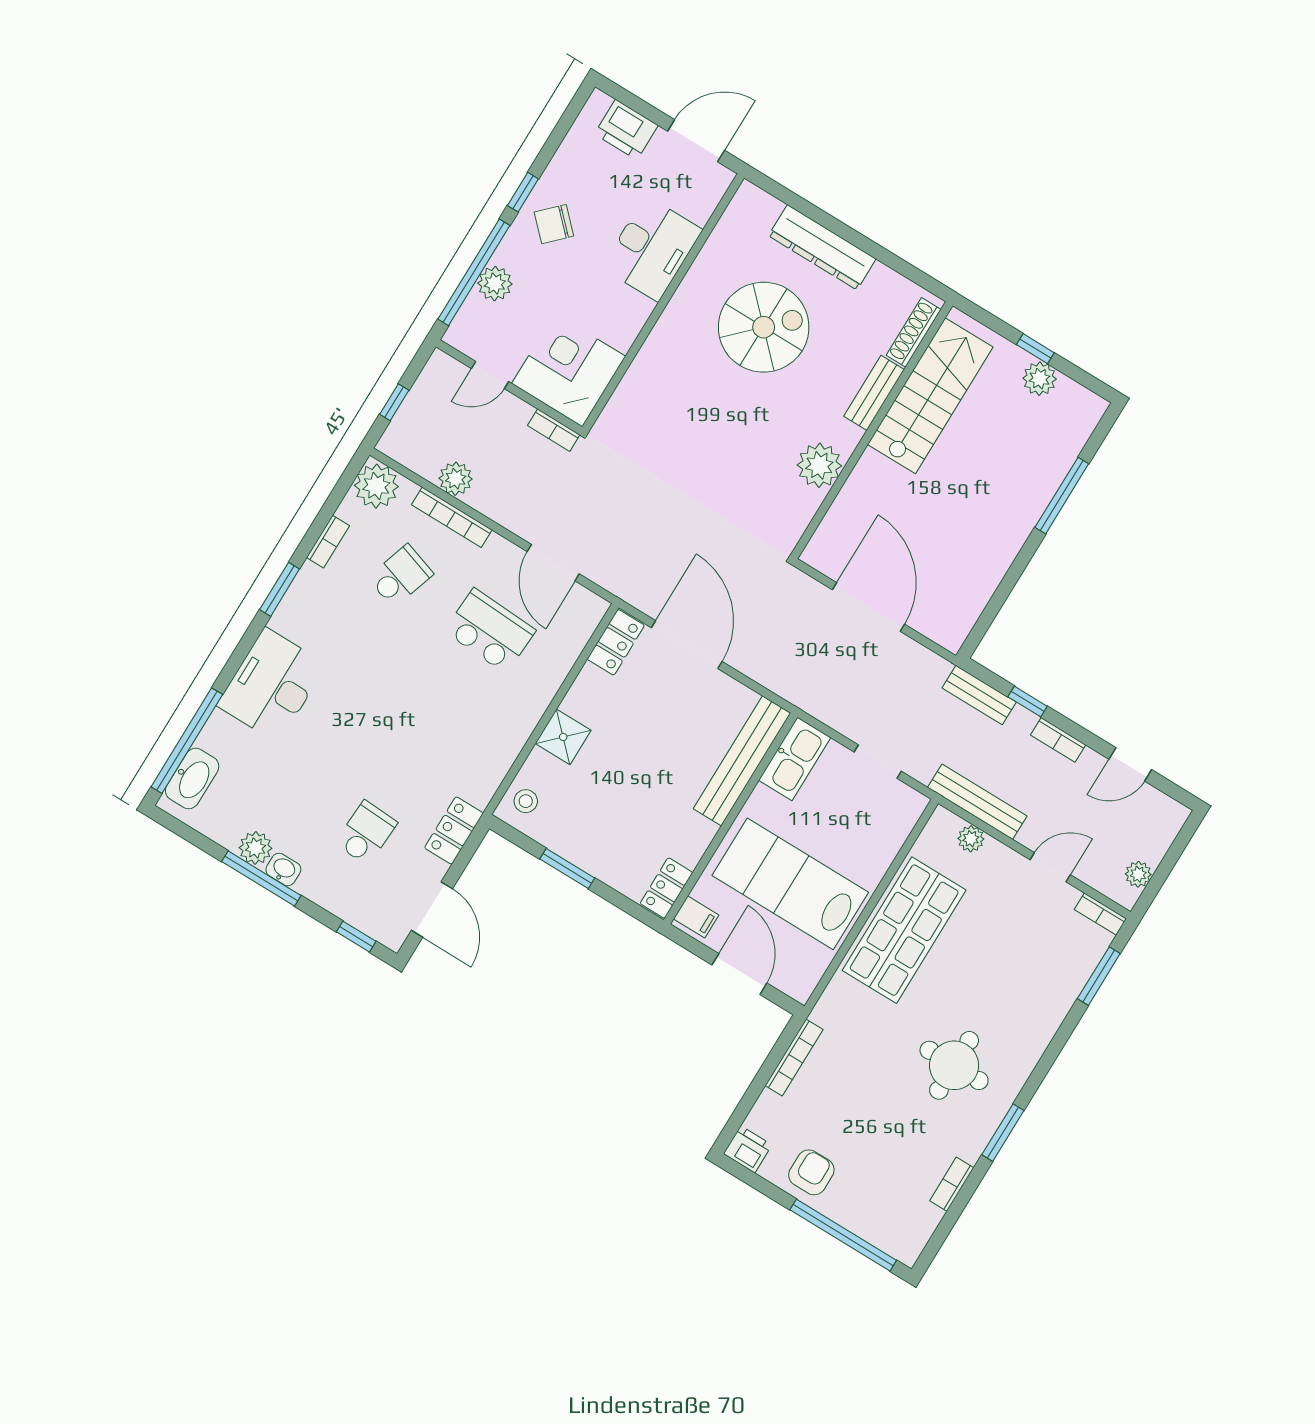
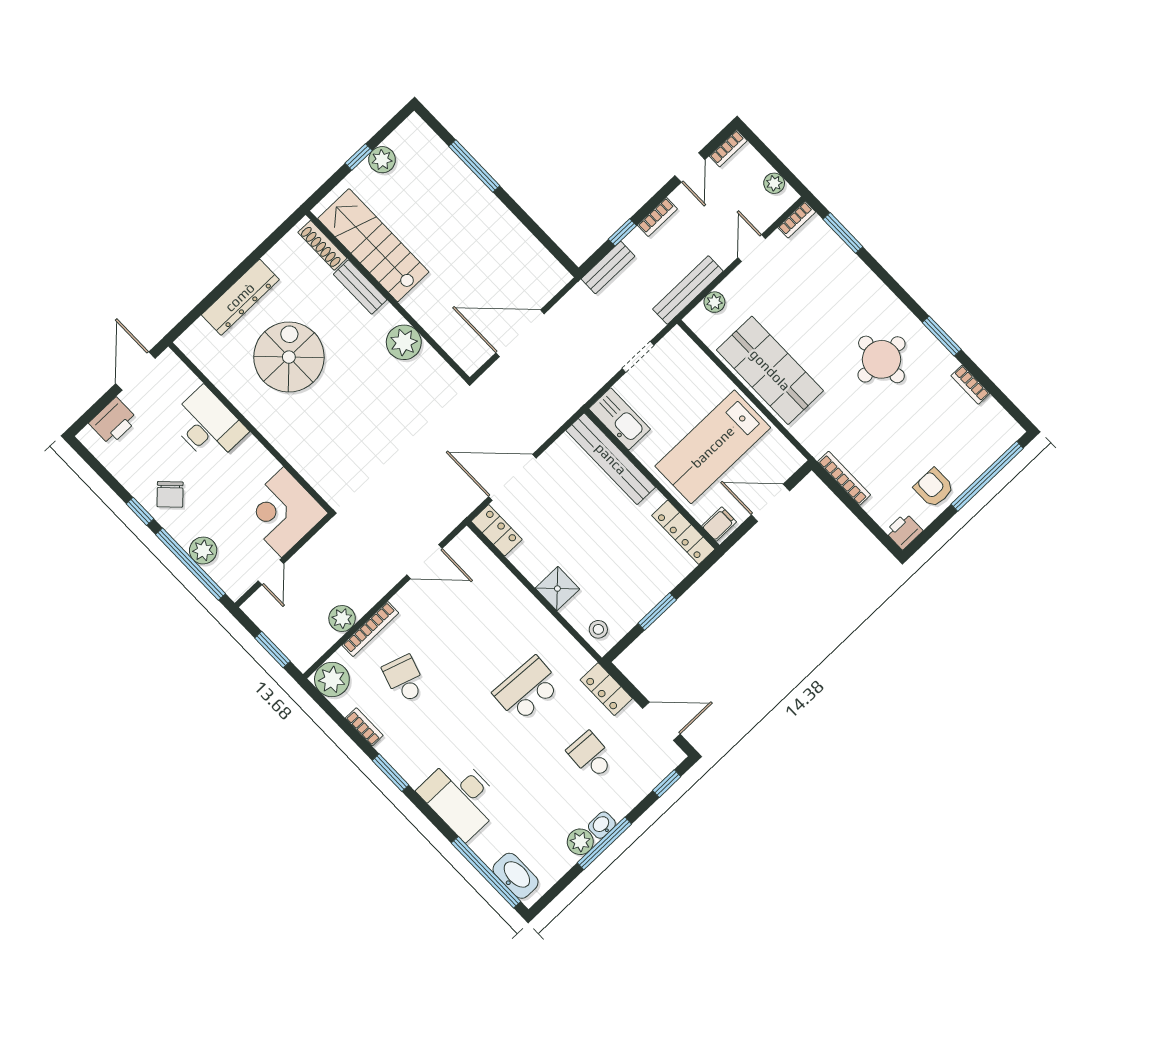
window: (394, 402) -> (272, 650), width x1.50
bookcase: (554, 430) -> (728, 148), moved
school desk: (490, 631) -> (527, 689), moved
locker: (666, 888) -> (683, 532), width x1.53

